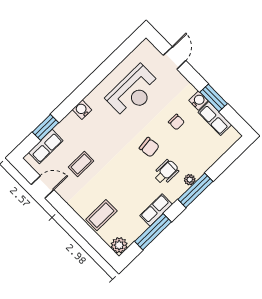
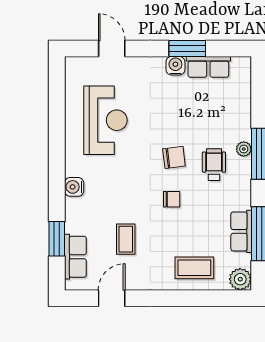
chair: (176, 122) -> (172, 199), moved
row of seats: (156, 210) -> (241, 231), moved
coffee table: (101, 215) -> (194, 268), turned 90

